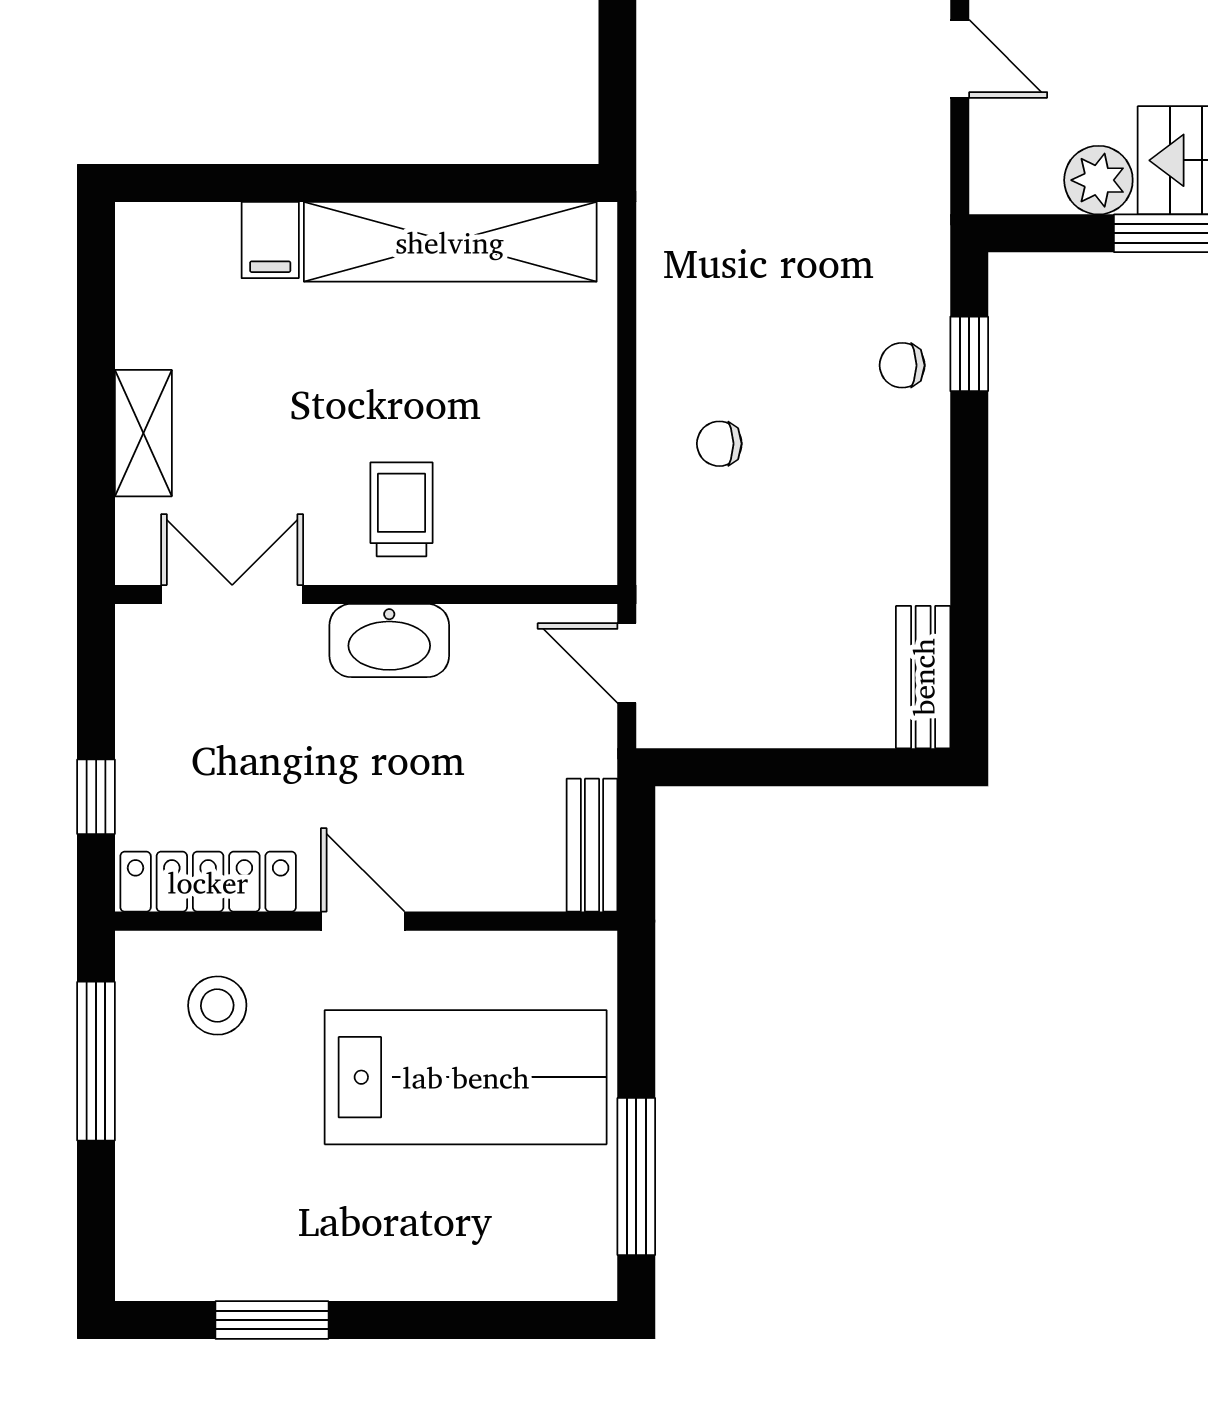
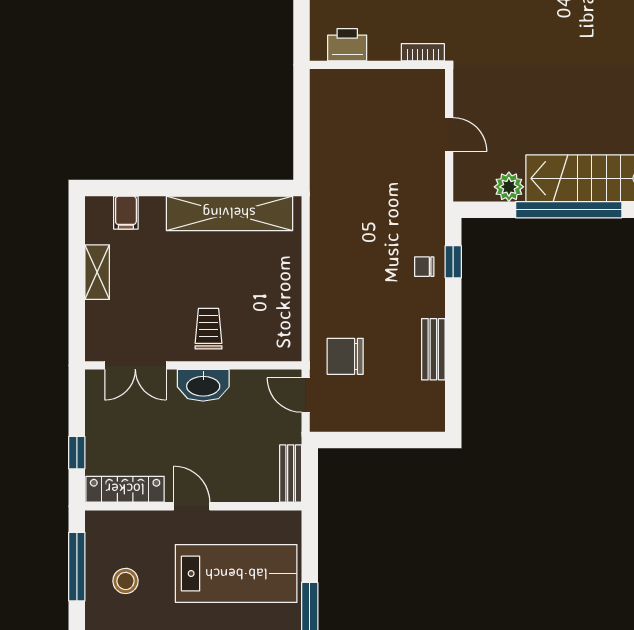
filing cabinet: (270, 240) -> (126, 213), moved
shelving: (143, 433) -> (97, 272), moved
chair: (719, 444) -> (345, 356), moved, width x1.87, depth x1.87
double door: (232, 594) -> (135, 365), swing flipped
bench: (923, 677) -> (433, 349), moved
stool: (217, 1006) -> (126, 581), moved

